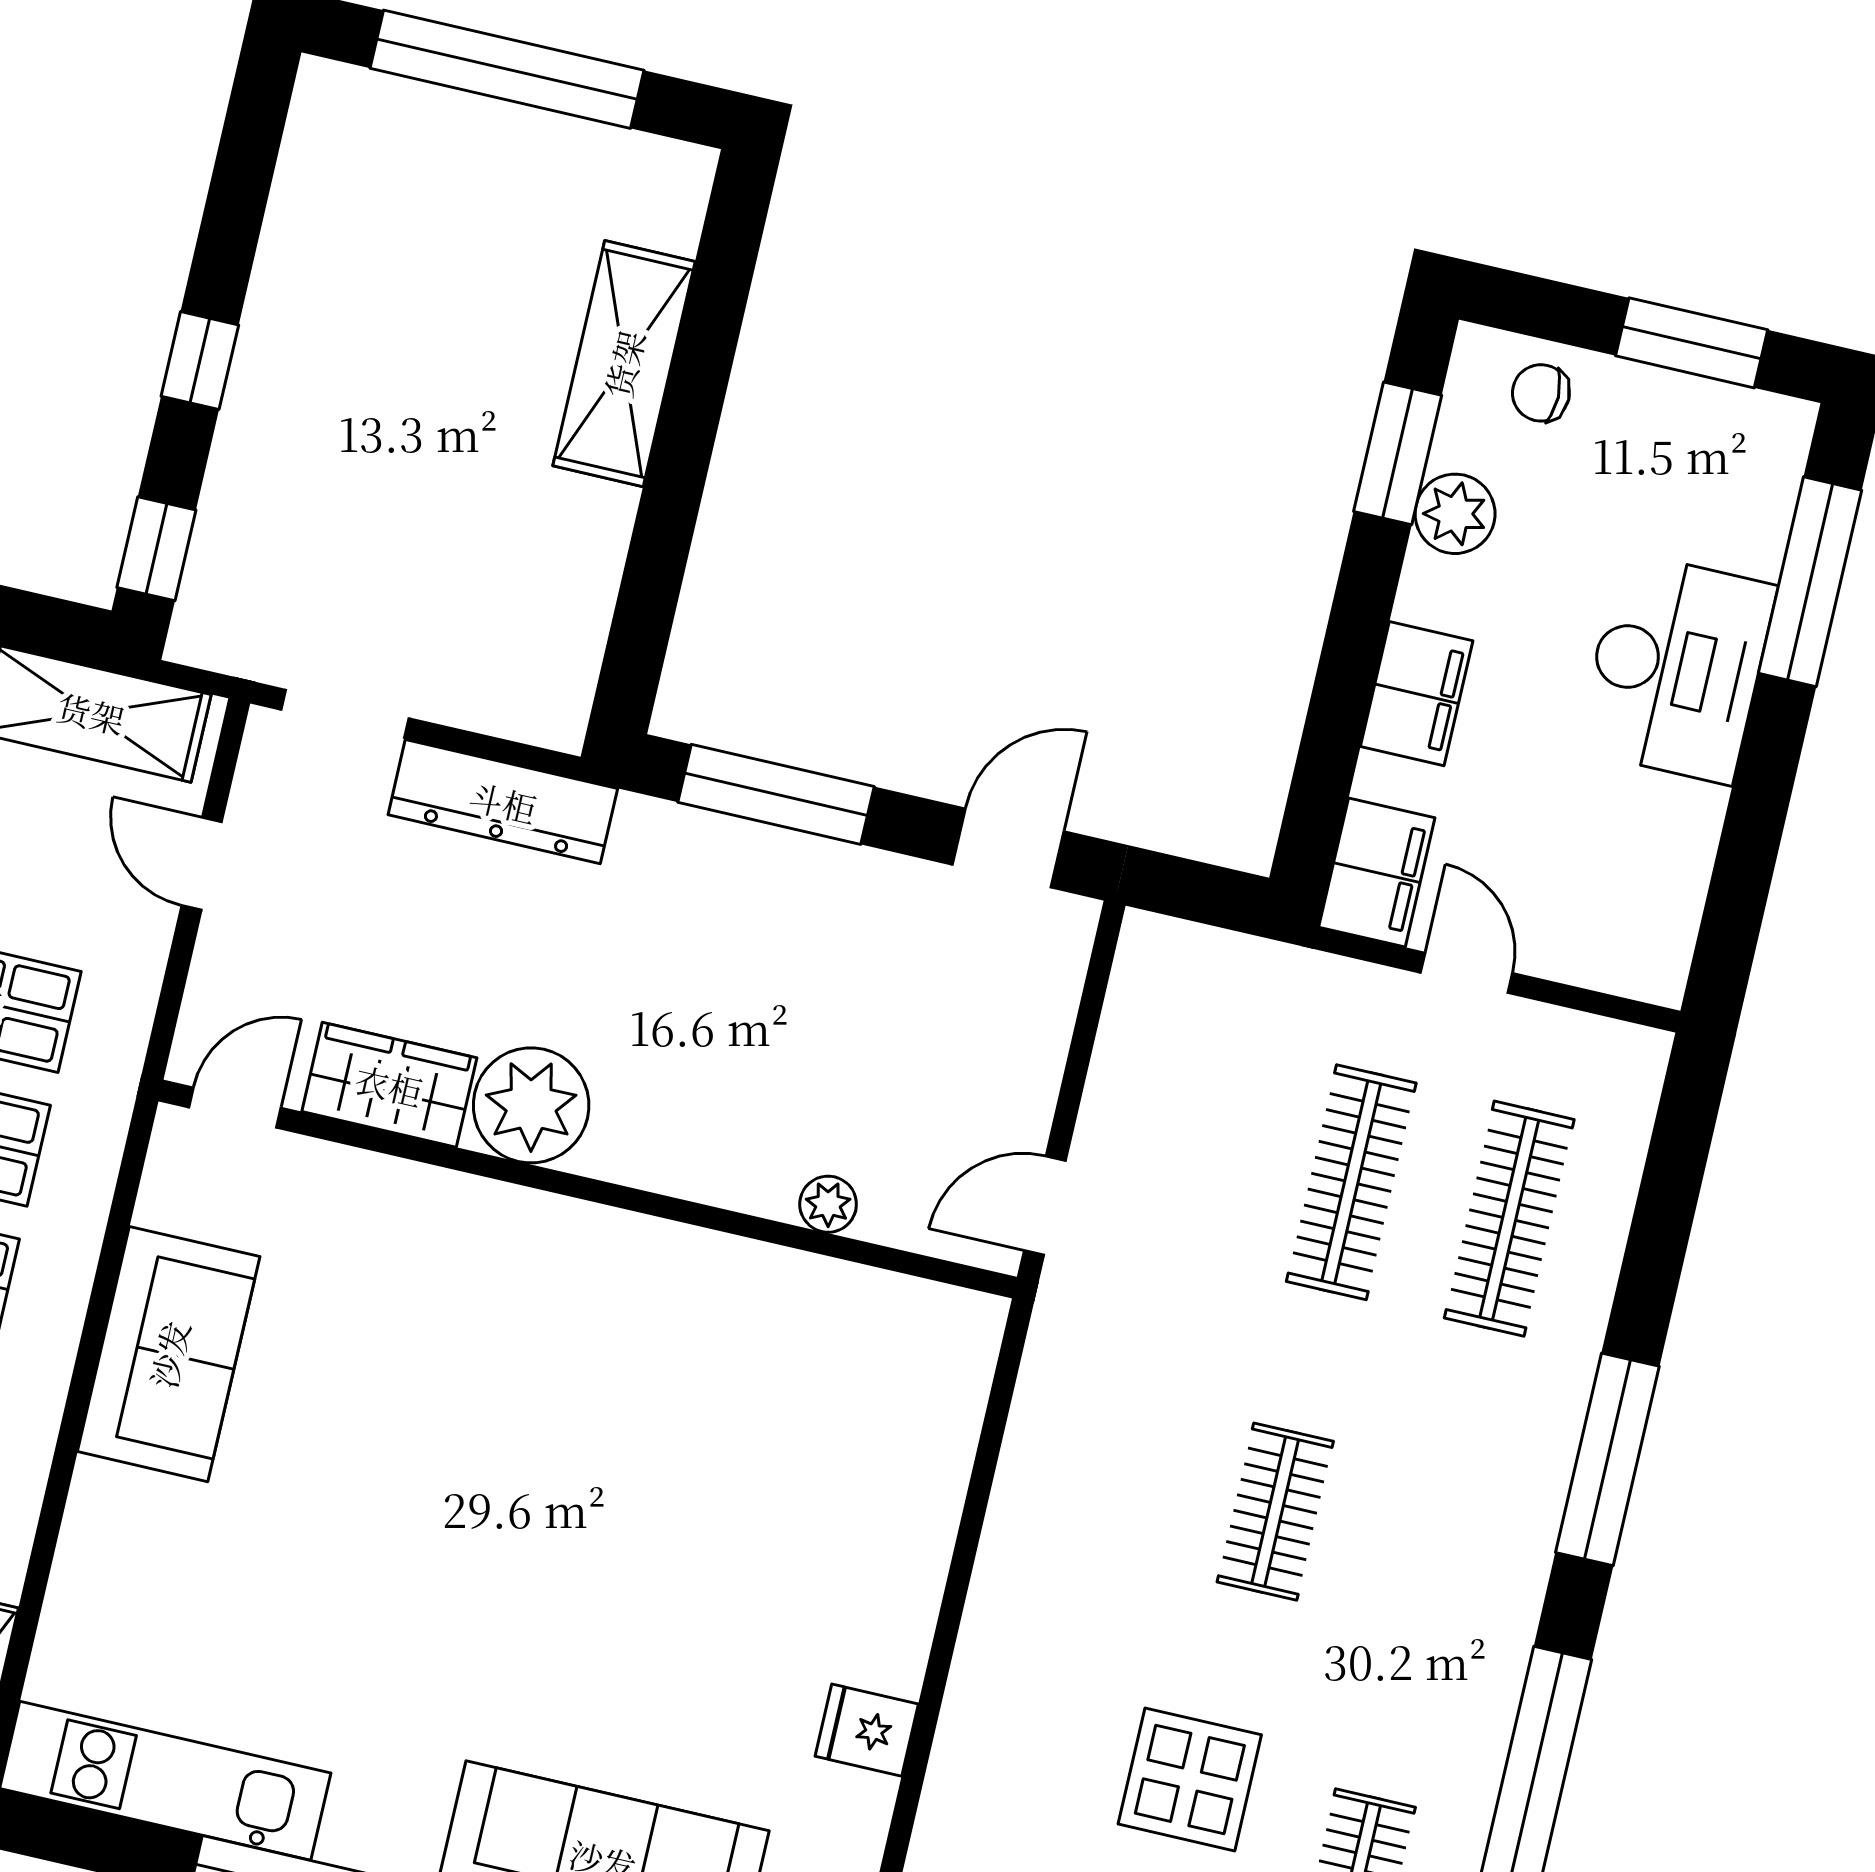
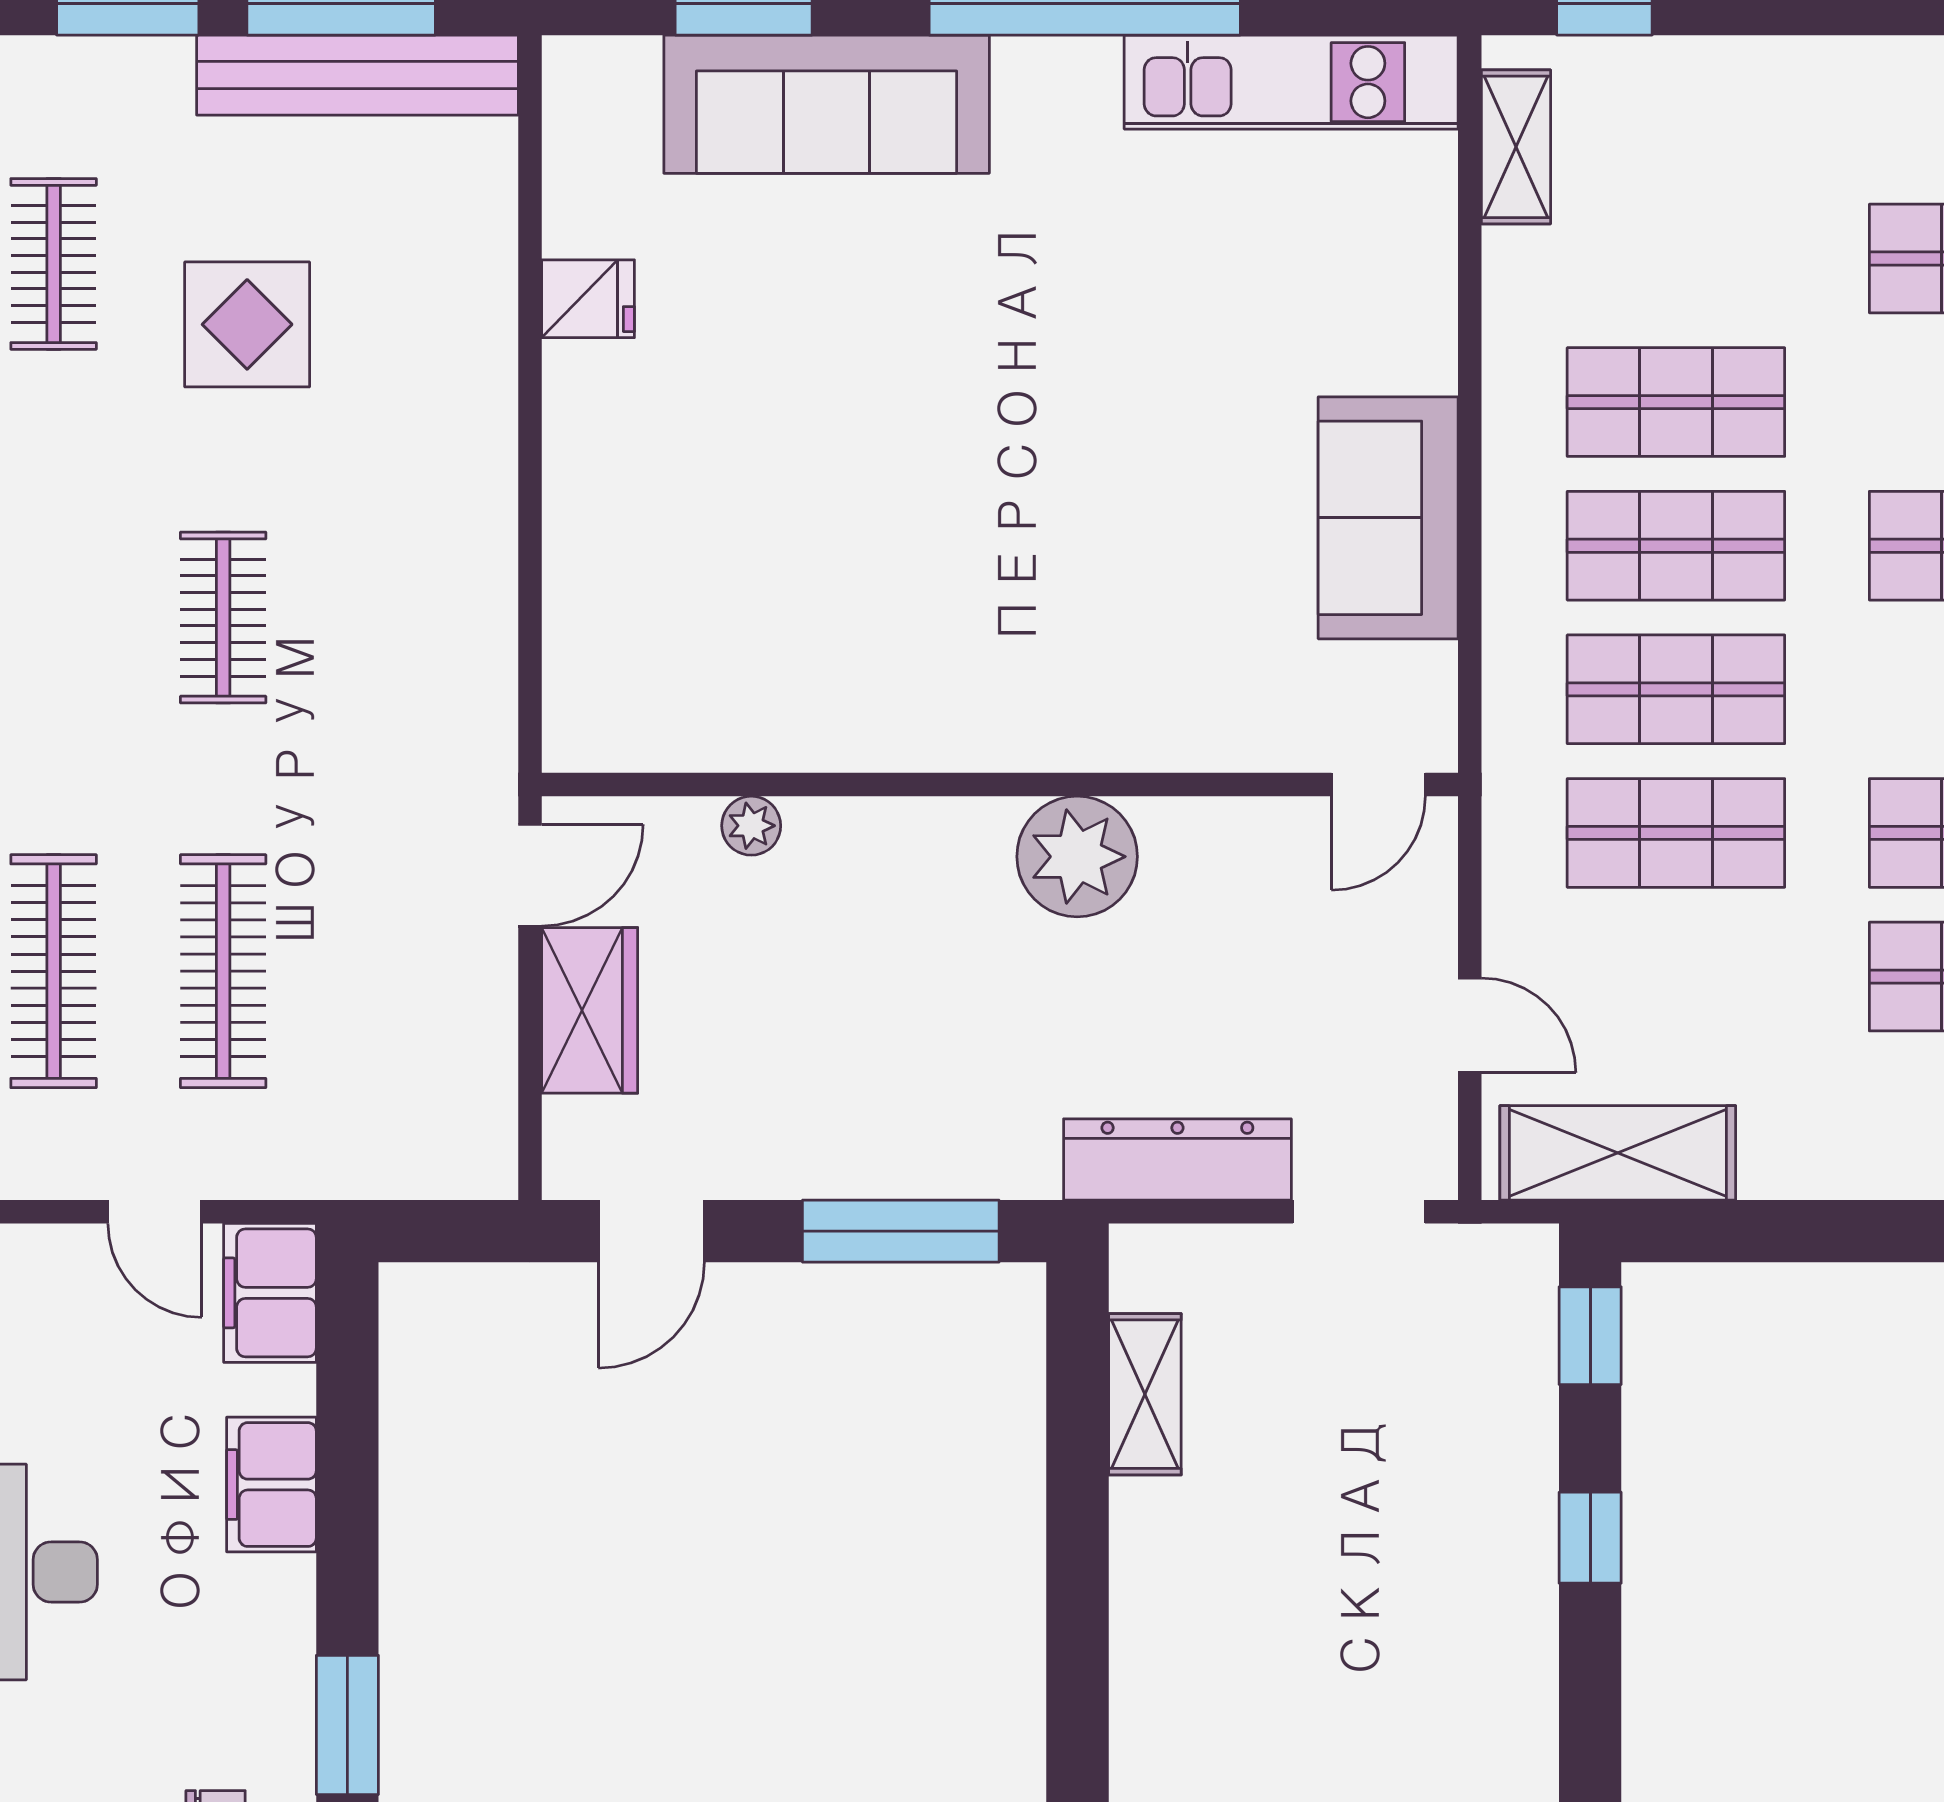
shelving: (624, 364) -> (1145, 1394), moved, width x0.67, depth x0.75
plant: (1455, 514) -> (275, 1677), removed
wardrobe: (389, 1085) -> (590, 1010), moved, turned -90

